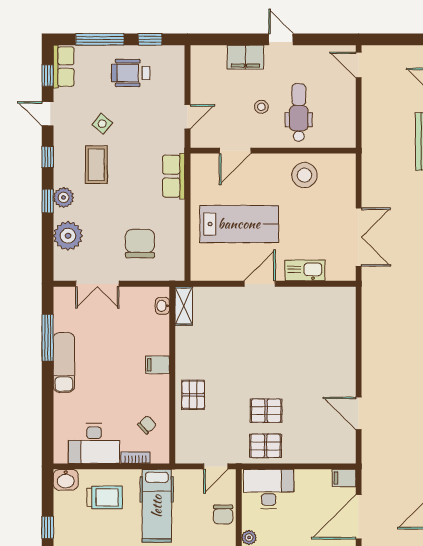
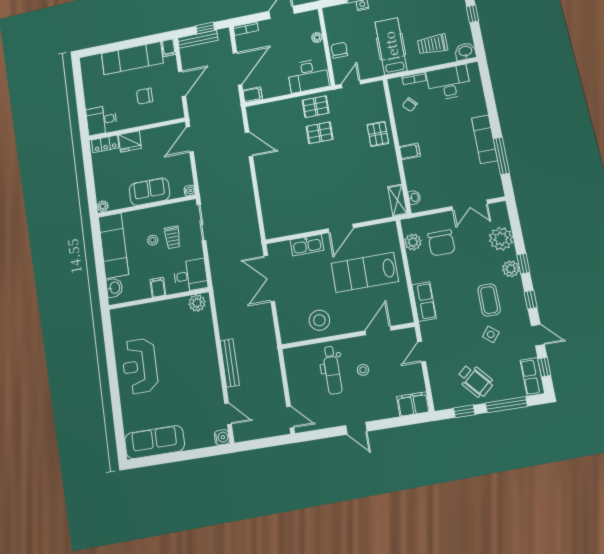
filing cabinet: (245, 57) -> (413, 404), moved
wheelchair: (131, 73) -> (475, 380), turned 49
plant: (174, 251) -> (413, 242), added
double door: (97, 284) -> (470, 205), swing flipped

